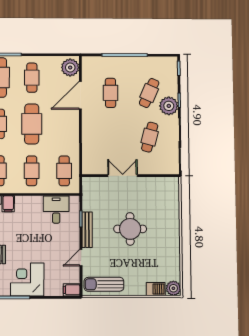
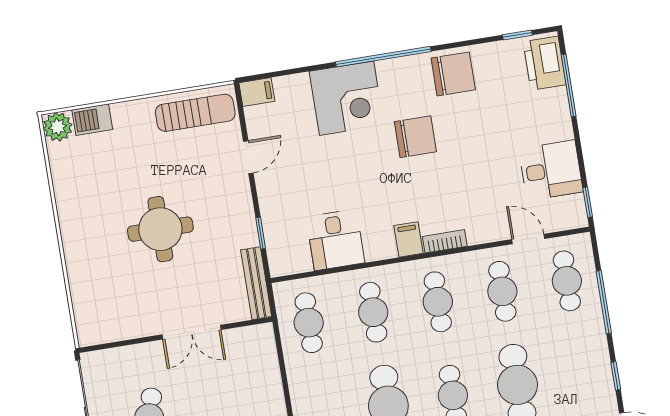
desk: (56, 210) -> (335, 240), moved
bench: (87, 230) -> (256, 283), moved

